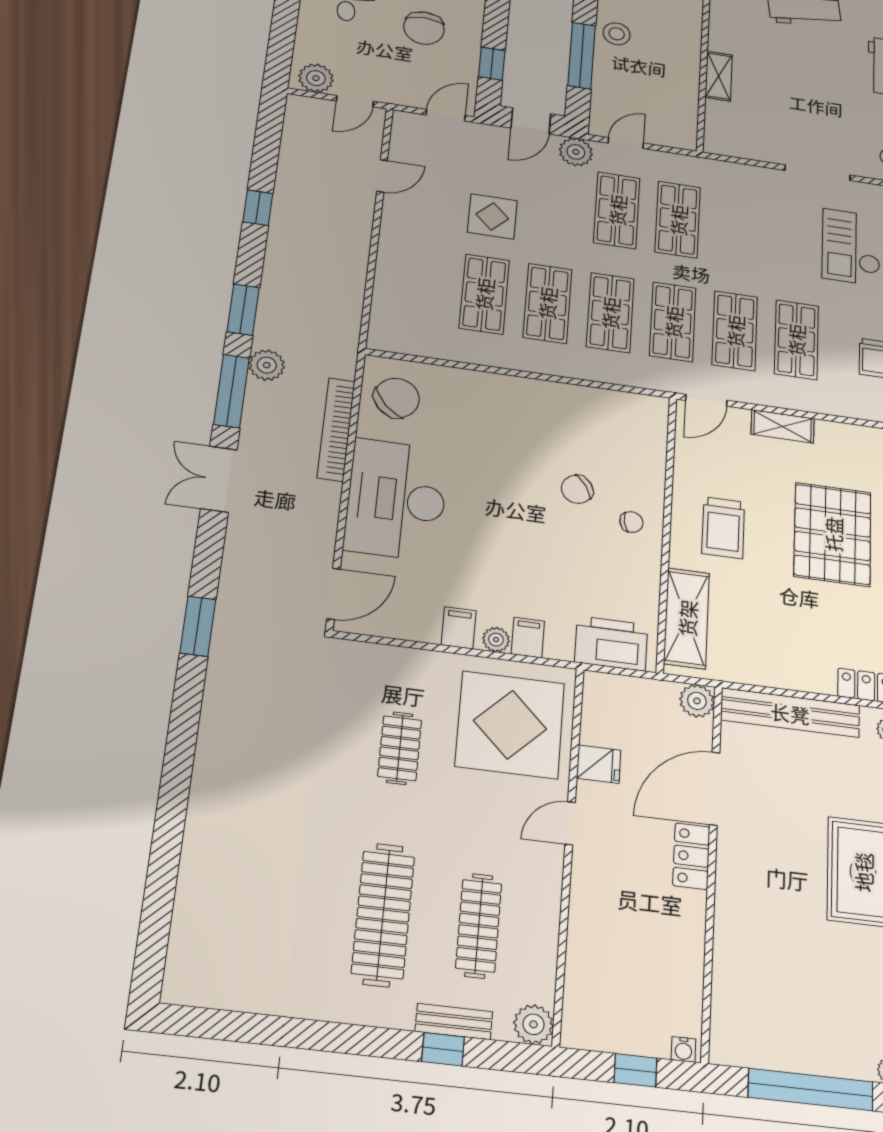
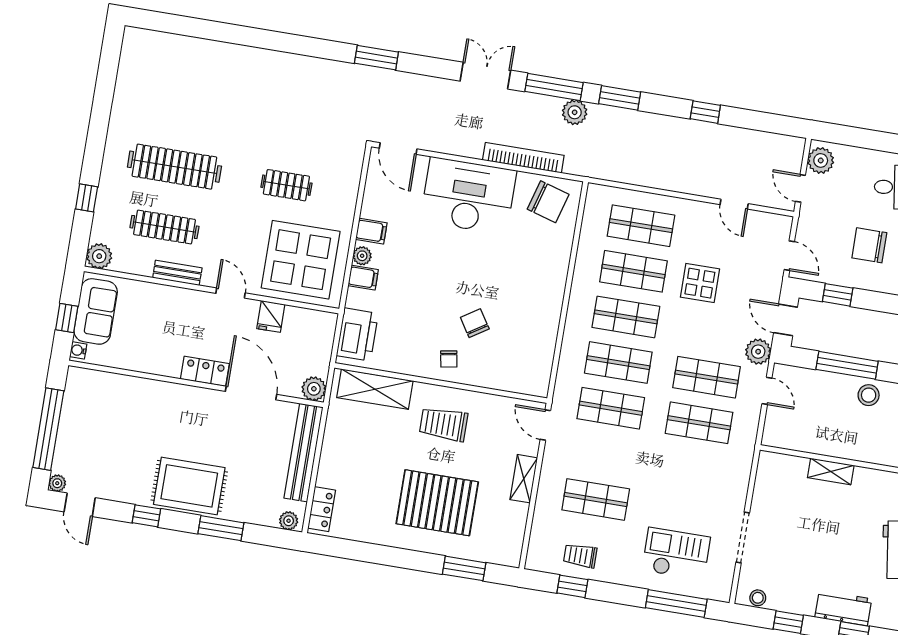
shop shelf: (735, 331) -> (641, 226), moved
chair: (397, 398) -> (548, 202), turned -30
bench: (454, 1022) -> (177, 273), moved, turned 90
sofa: (620, 1025) -> (96, 311), added

